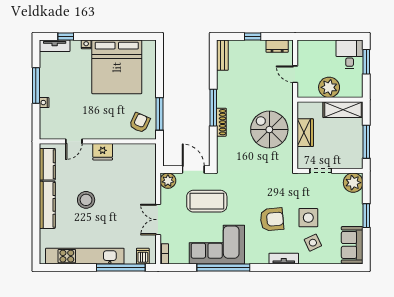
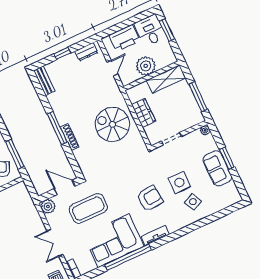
printer: (321, 50) -> (124, 38), added
door: (295, 74) -> (112, 68), swing flipped
plant: (353, 183) -> (205, 130), width x0.53, depth x0.53
sofa: (352, 245) -> (217, 168), moved
tv unit: (284, 259) -> (155, 236), moved

